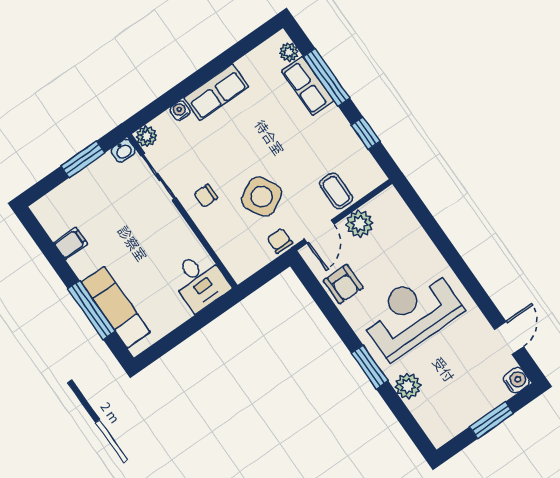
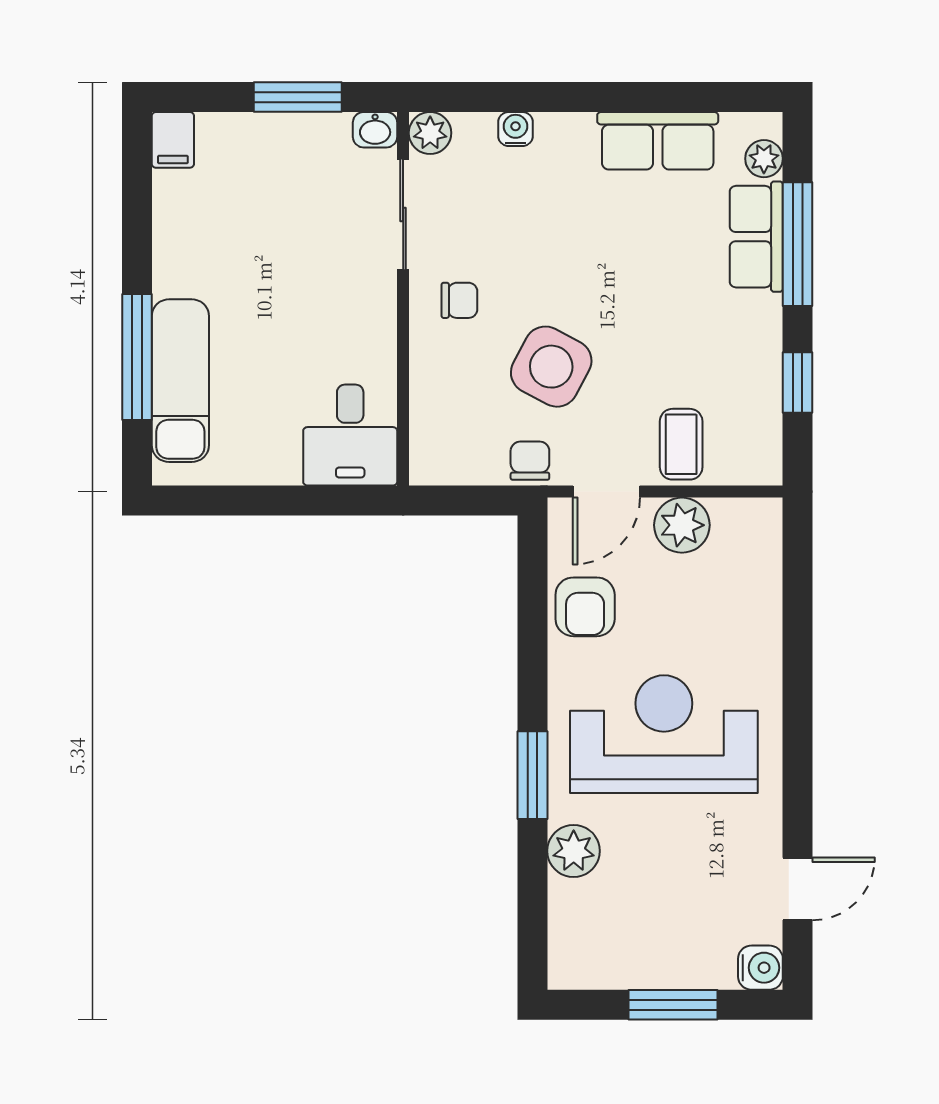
row of seats: (216, 92) -> (658, 141), moved
chair: (206, 196) -> (459, 300), turned 180
side table: (262, 197) -> (551, 367), turned -33
filing cabinet: (71, 243) -> (173, 140), moved, turned 90

